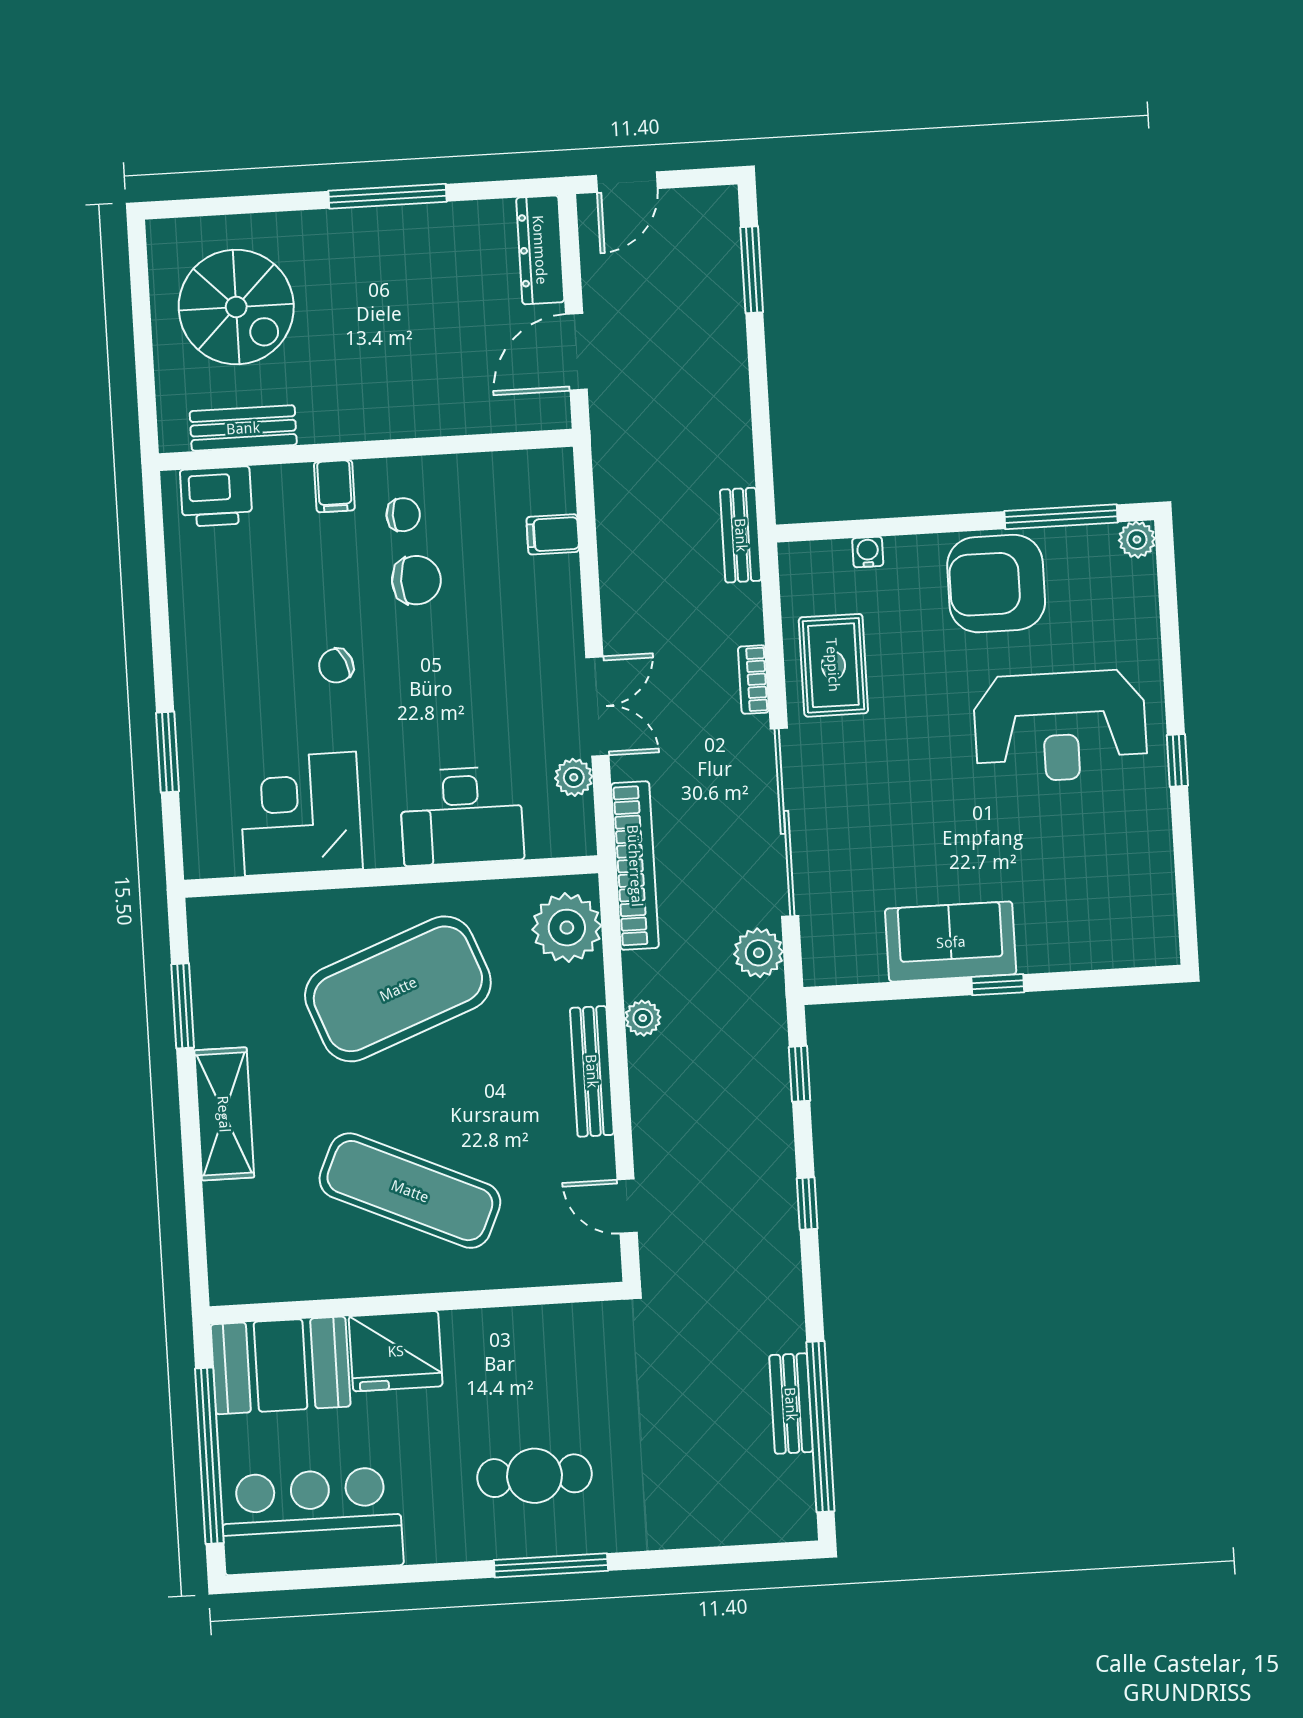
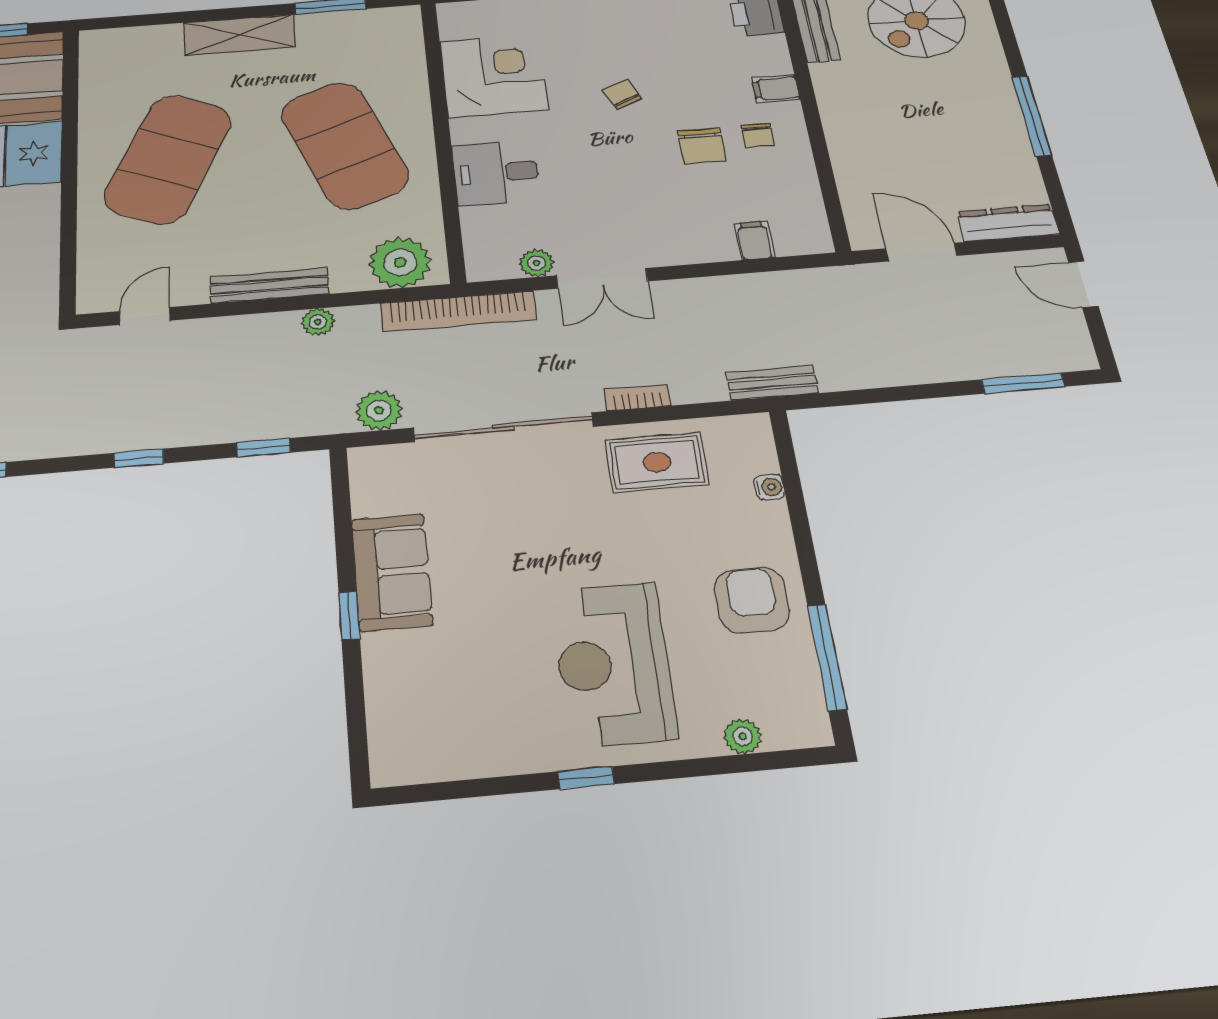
plant: (1137, 540) -> (743, 736), moved
armchair: (996, 584) -> (752, 600), width x0.73, depth x0.73
desk: (462, 816) -> (496, 173), width x0.73
exercise mat: (410, 1191) -> (168, 159), width x1.47

